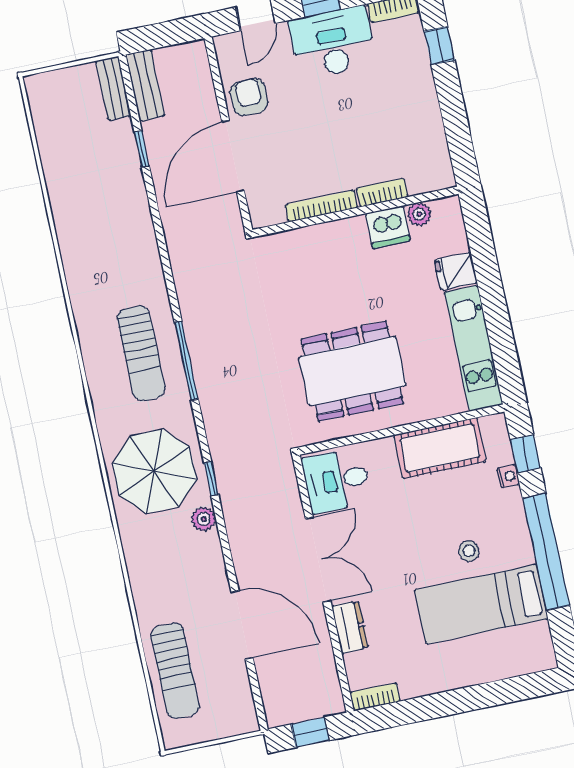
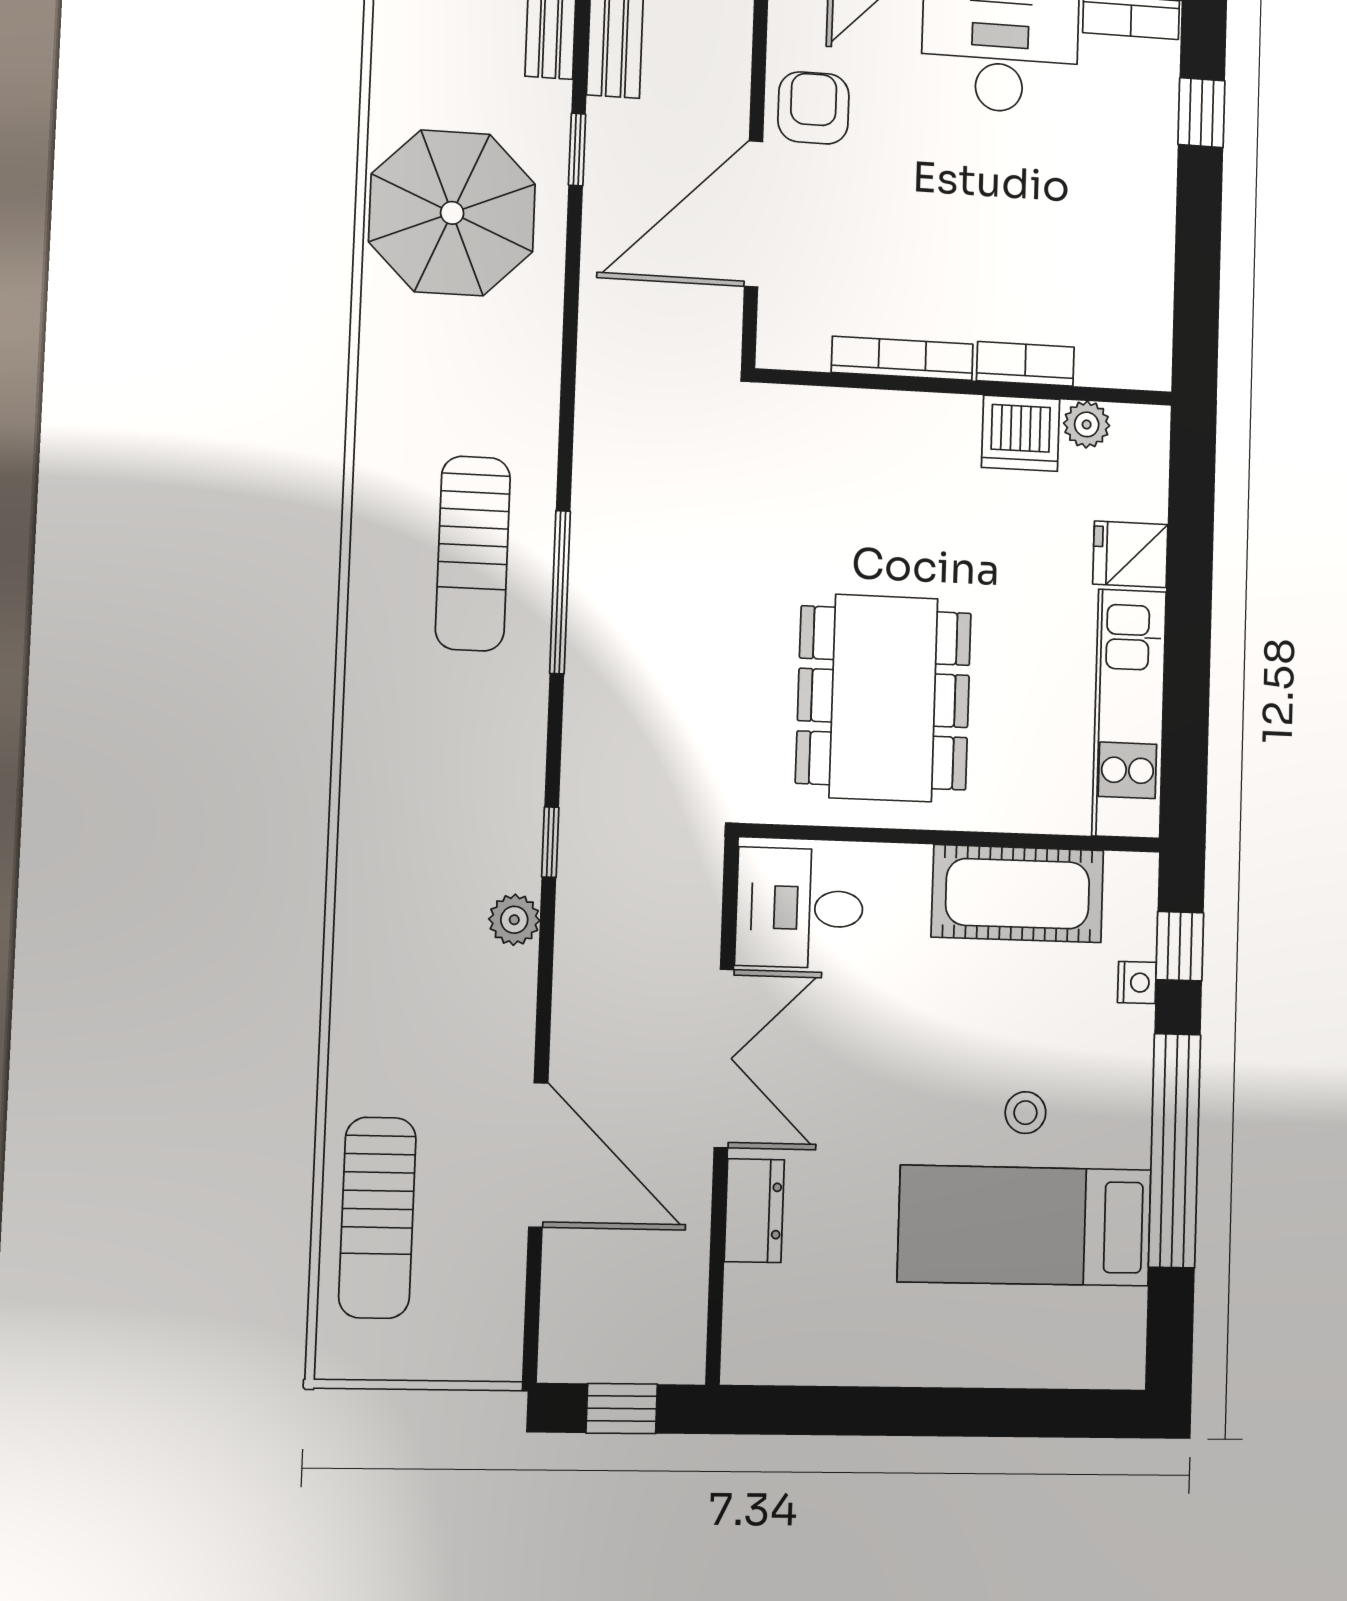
dining table: (352, 371) -> (884, 698), turned 90
parasol: (154, 471) -> (452, 213), moved
bookcase: (375, 697) -> (770, 1365), removed

